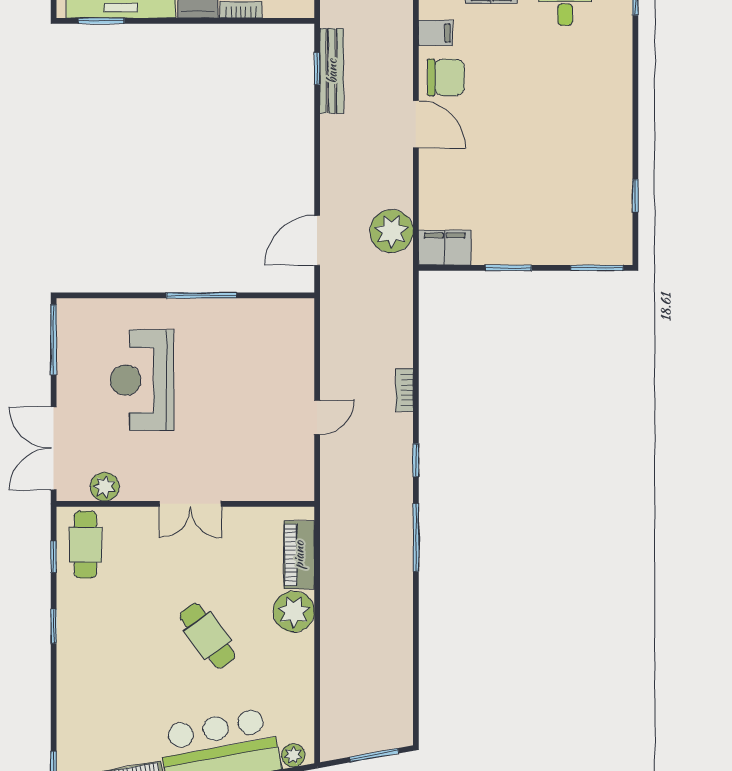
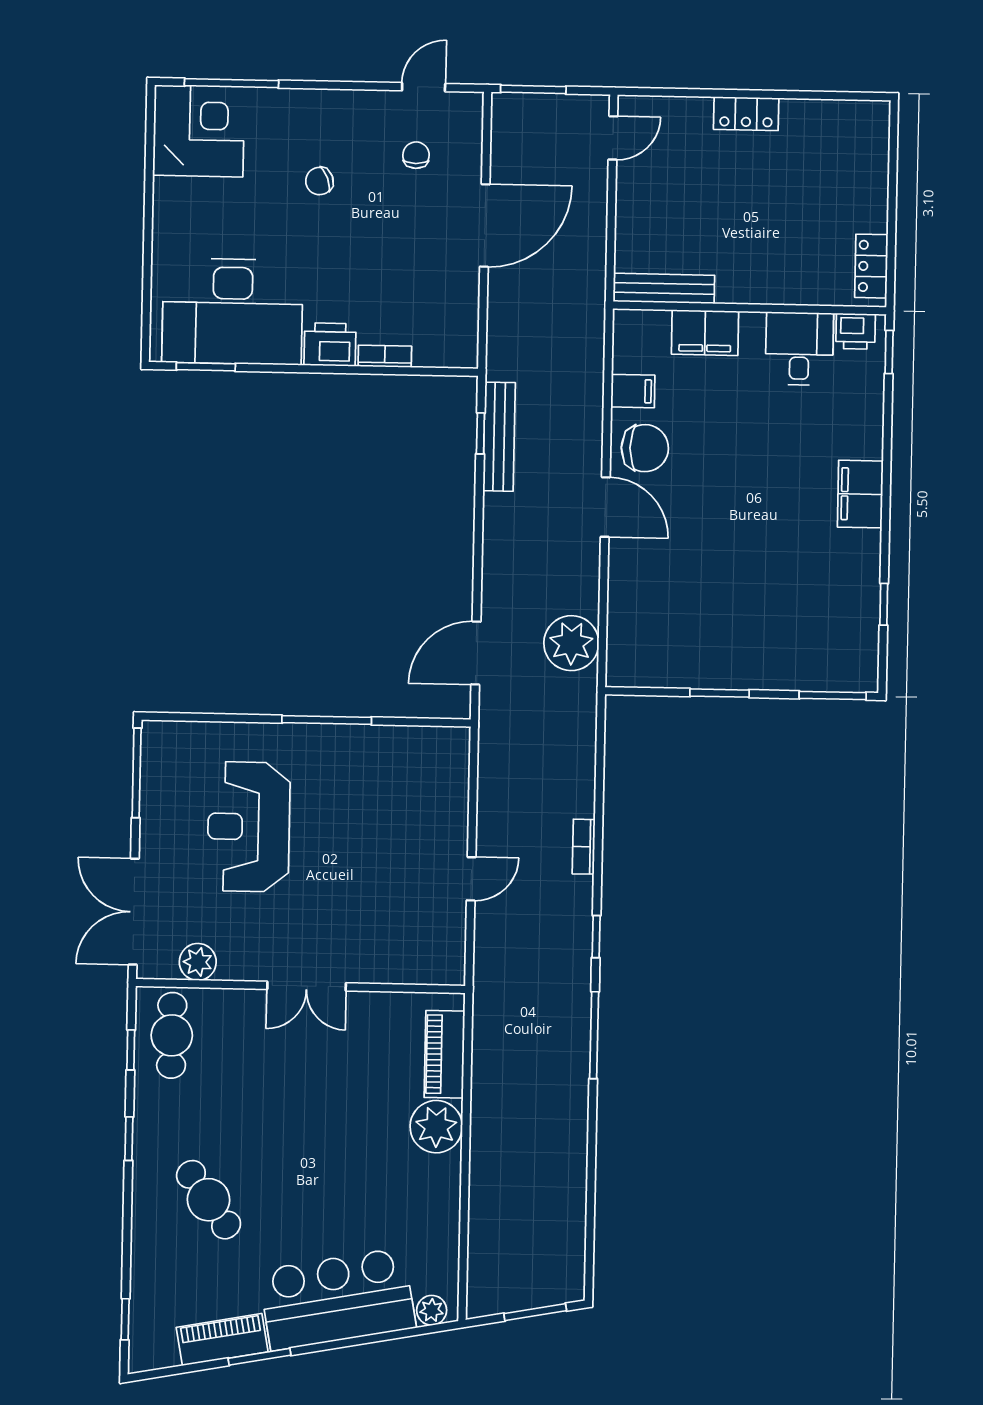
filing cabinet: (445, 248) -> (860, 494), moved, turned -90
cafe table: (207, 636) -> (209, 1200), moved

